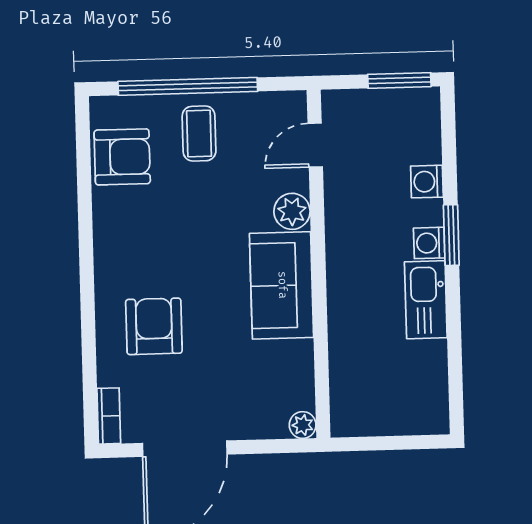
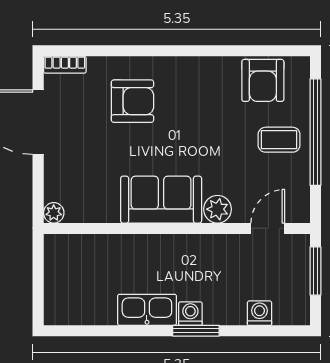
window: (399, 80) -> (315, 271), moved
door: (315, 145) -> (268, 228), hinge flipped
washing machine: (427, 182) -> (259, 313), moved

